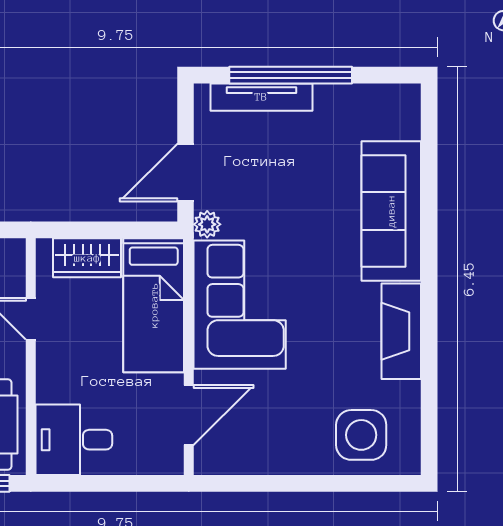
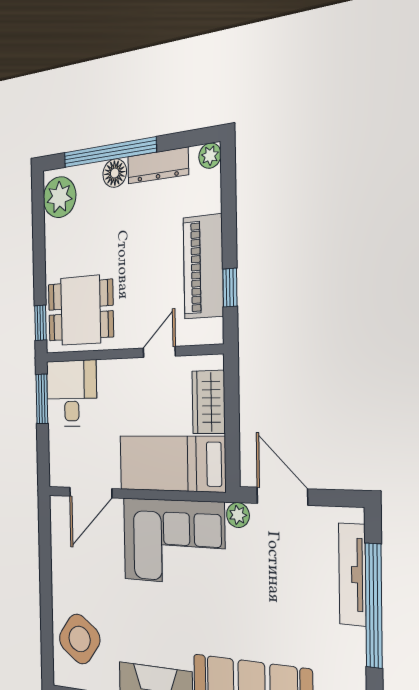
door: (189, 415) -> (91, 492), hinge flipped
side table: (361, 435) -> (80, 639), turned 36
window: (79, 483) -> (42, 399), added

